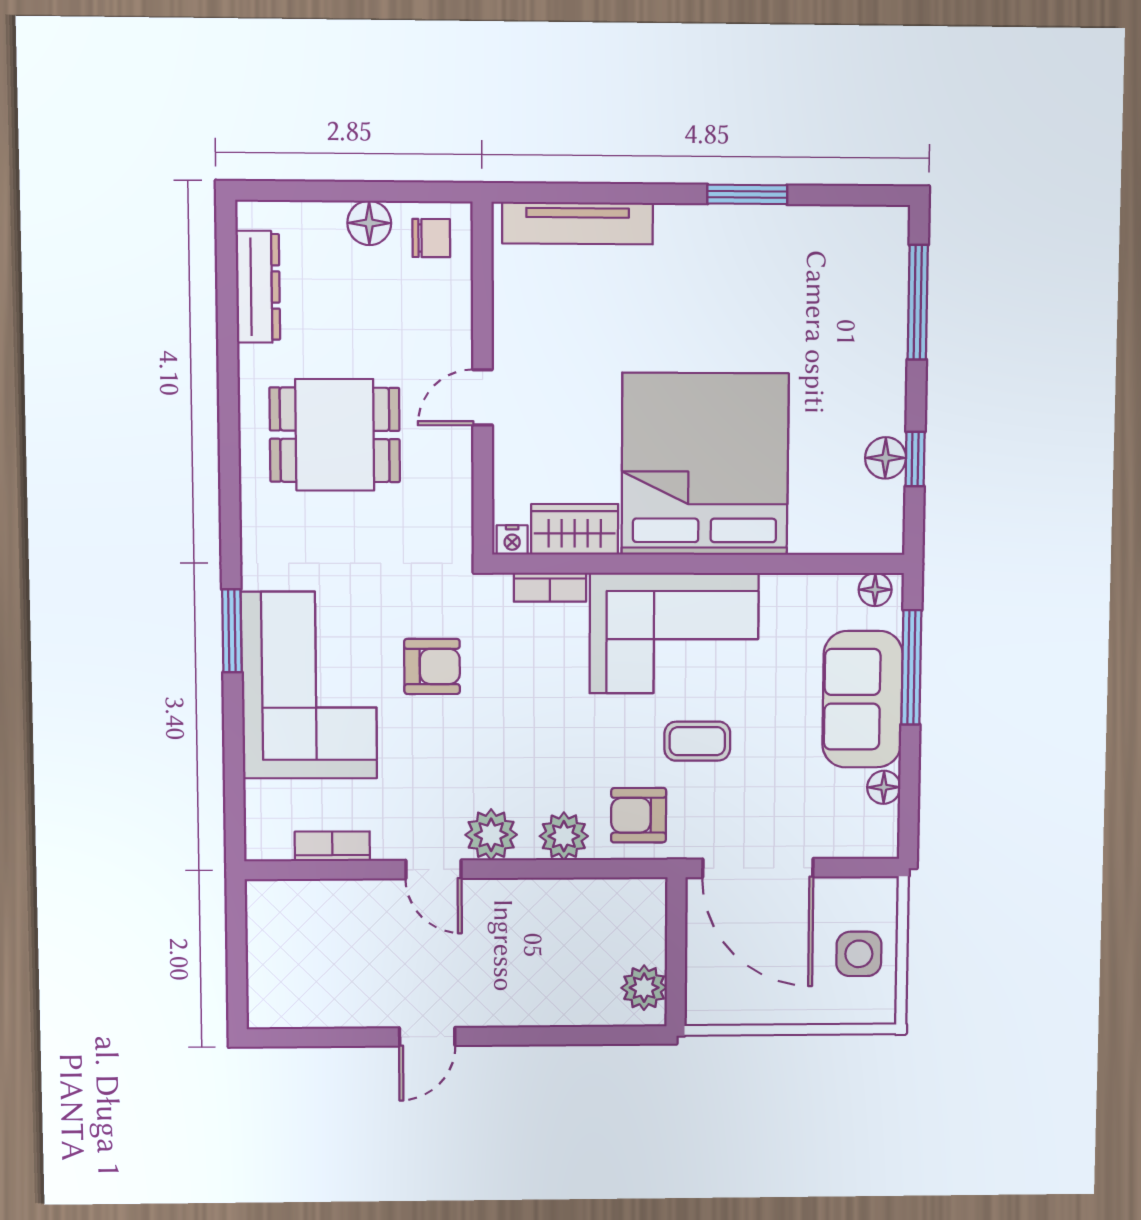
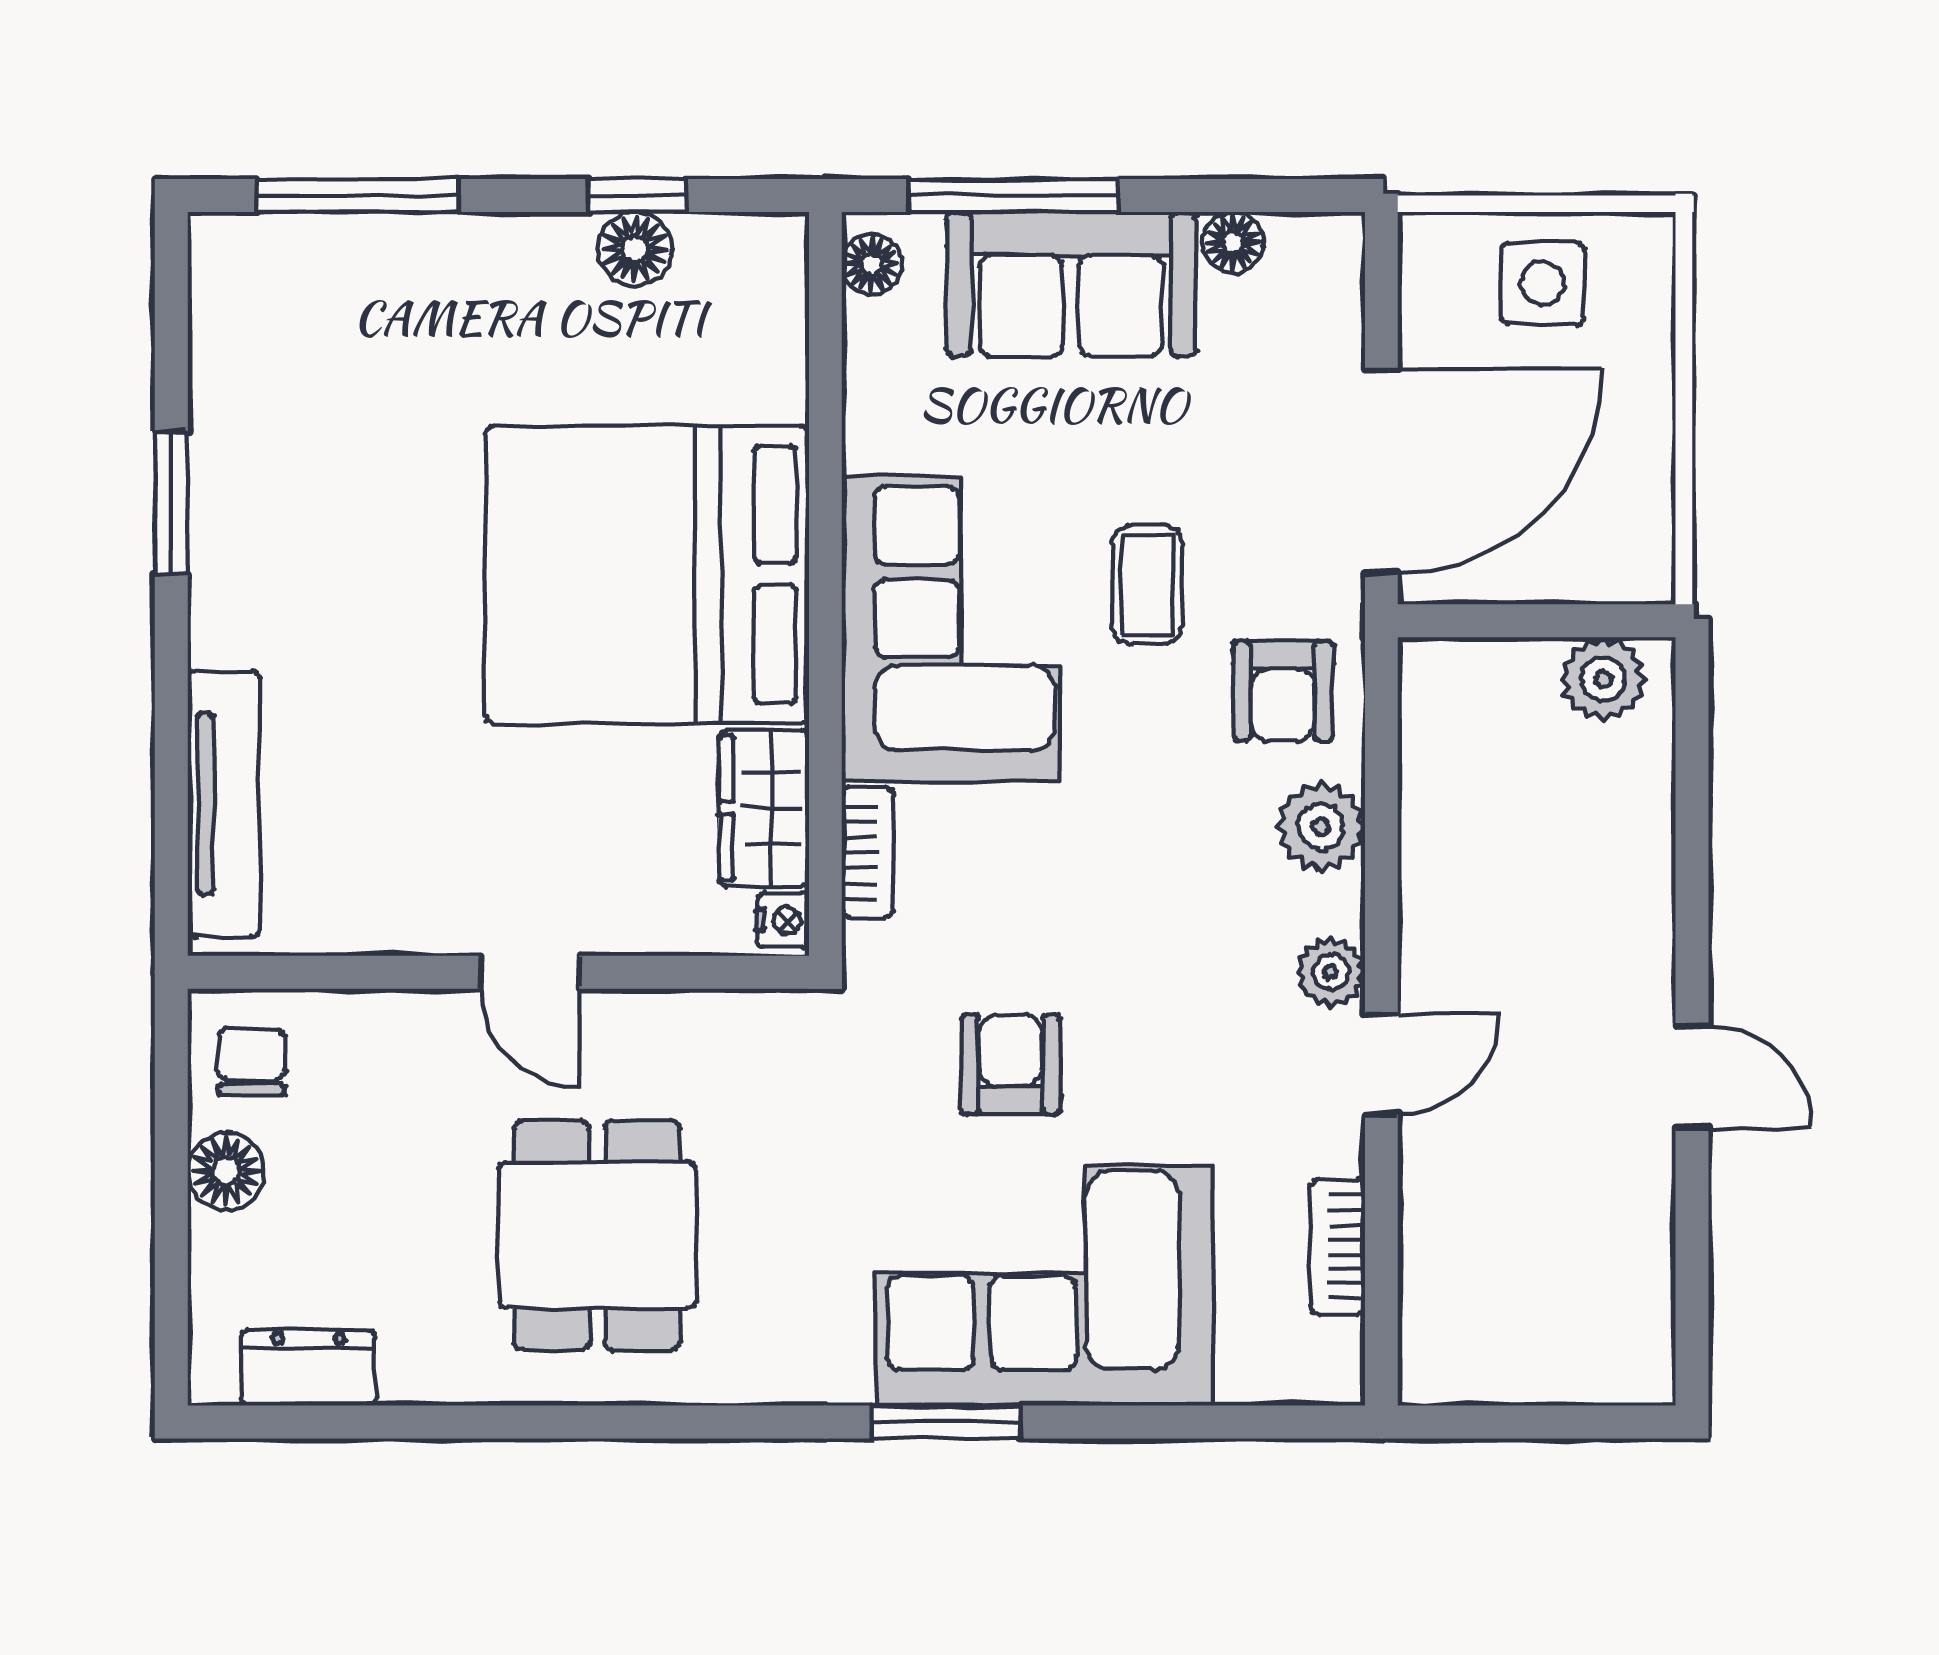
dresser: (258, 287) -> (309, 1368), width x0.70
plant: (491, 835) -> (1331, 972), width x0.73, depth x0.73

